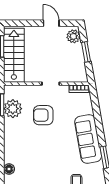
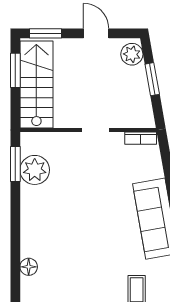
window: (19, 23) -> (45, 33), added
armchair: (43, 115) -> (84, 181), removed

